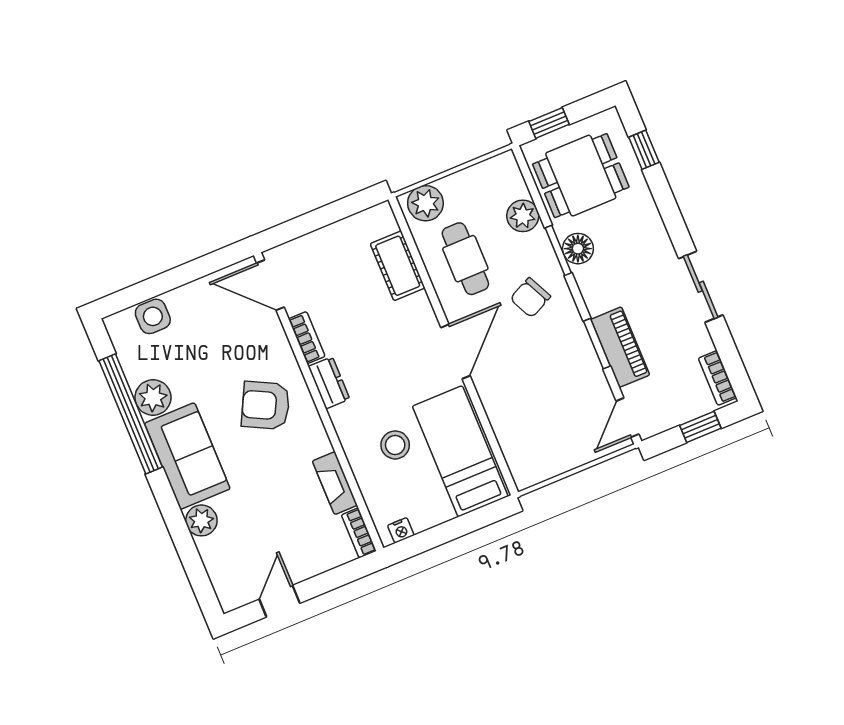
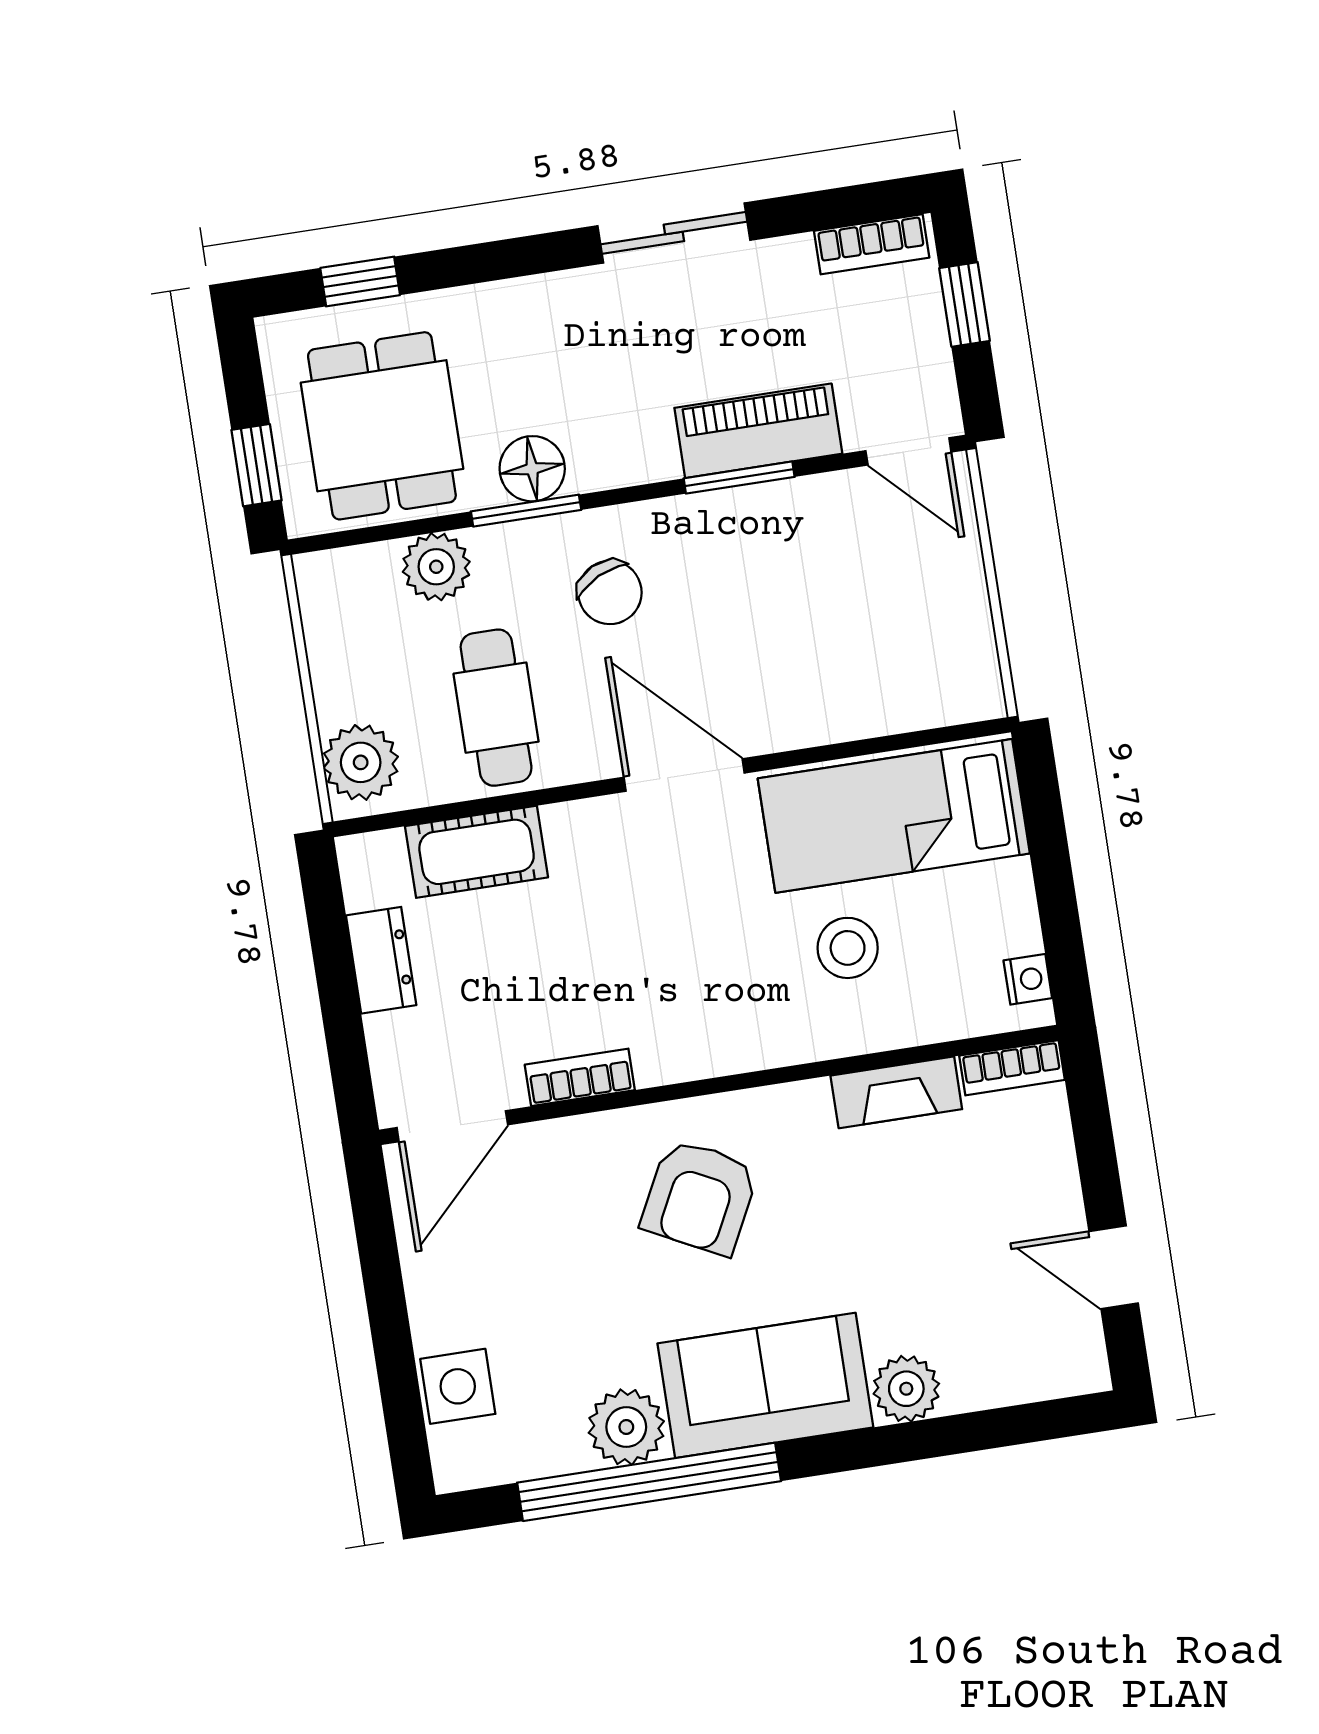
cafe table: (465, 259) -> (496, 708), turned 90
dresser: (329, 383) -> (381, 960), moved, turned 90

